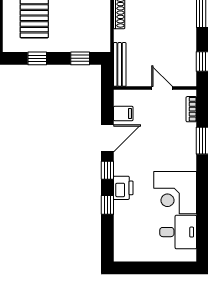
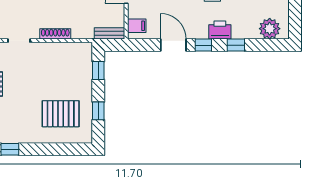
bench: (120, 64) -> (109, 33), width x0.73
filing cabinet: (123, 114) -> (137, 26), moved, turned 90
plant: (125, 241) -> (270, 29), added

